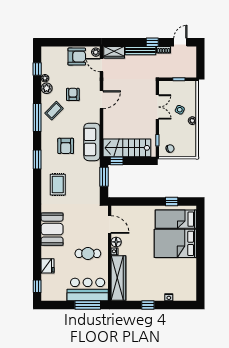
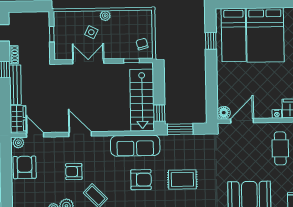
door: (102, 65) -> (35, 135), swing flipped
rug: (58, 185) -> (182, 179), moved
floor lamp: (116, 242) -> (224, 113), moved

